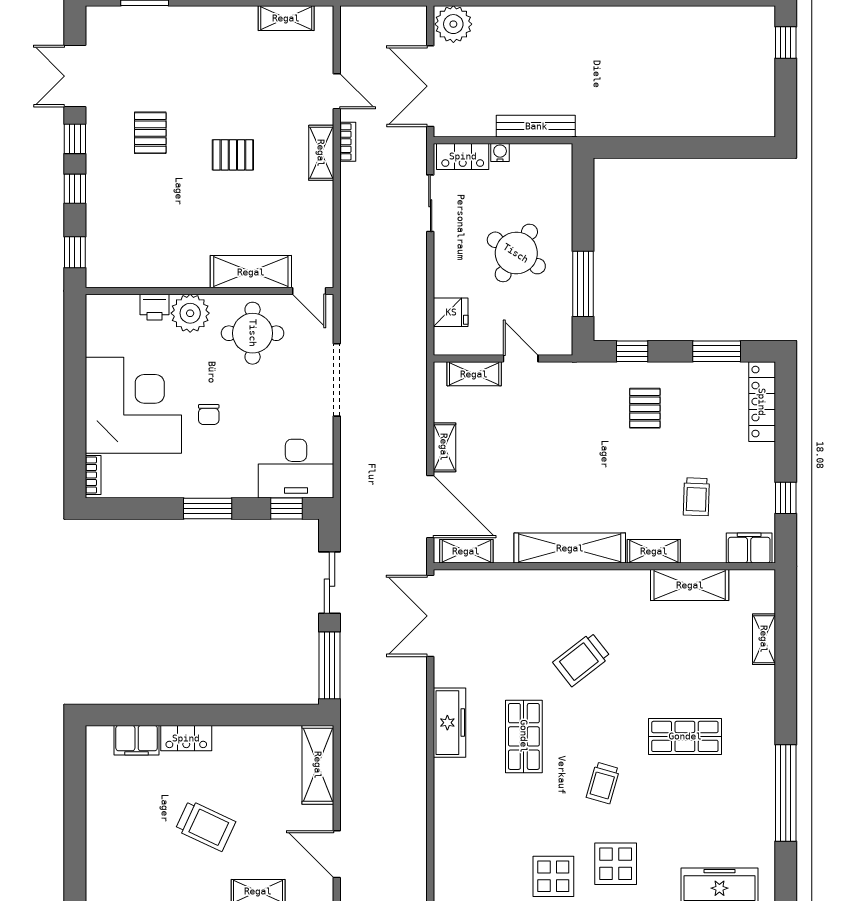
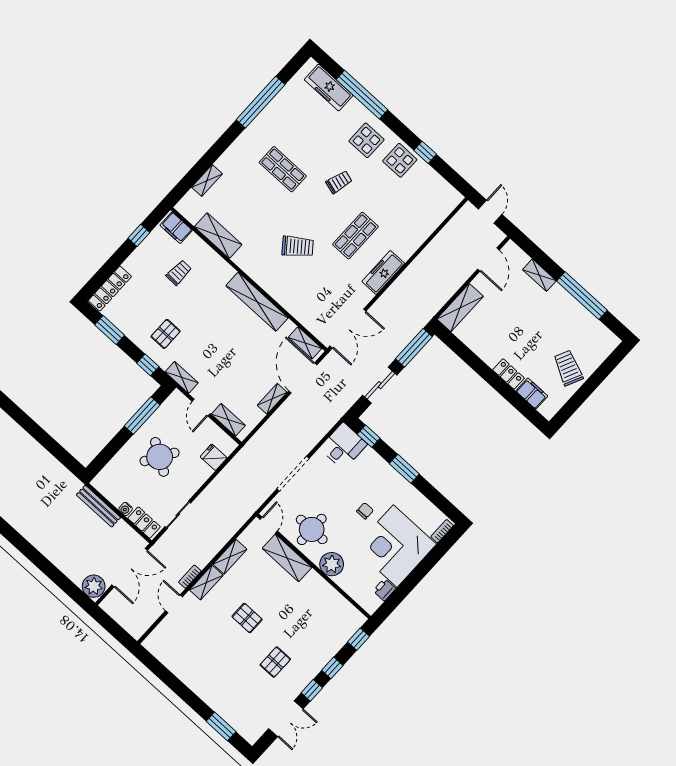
shelving: (286, 18) -> (230, 557), moved, turned 90
printer: (154, 307) -> (384, 590), moved, turned -90
desk: (296, 469) -> (343, 446), width x0.73
shelving: (654, 551) -> (182, 377), moved
trolley: (205, 826) -> (568, 368), moved

